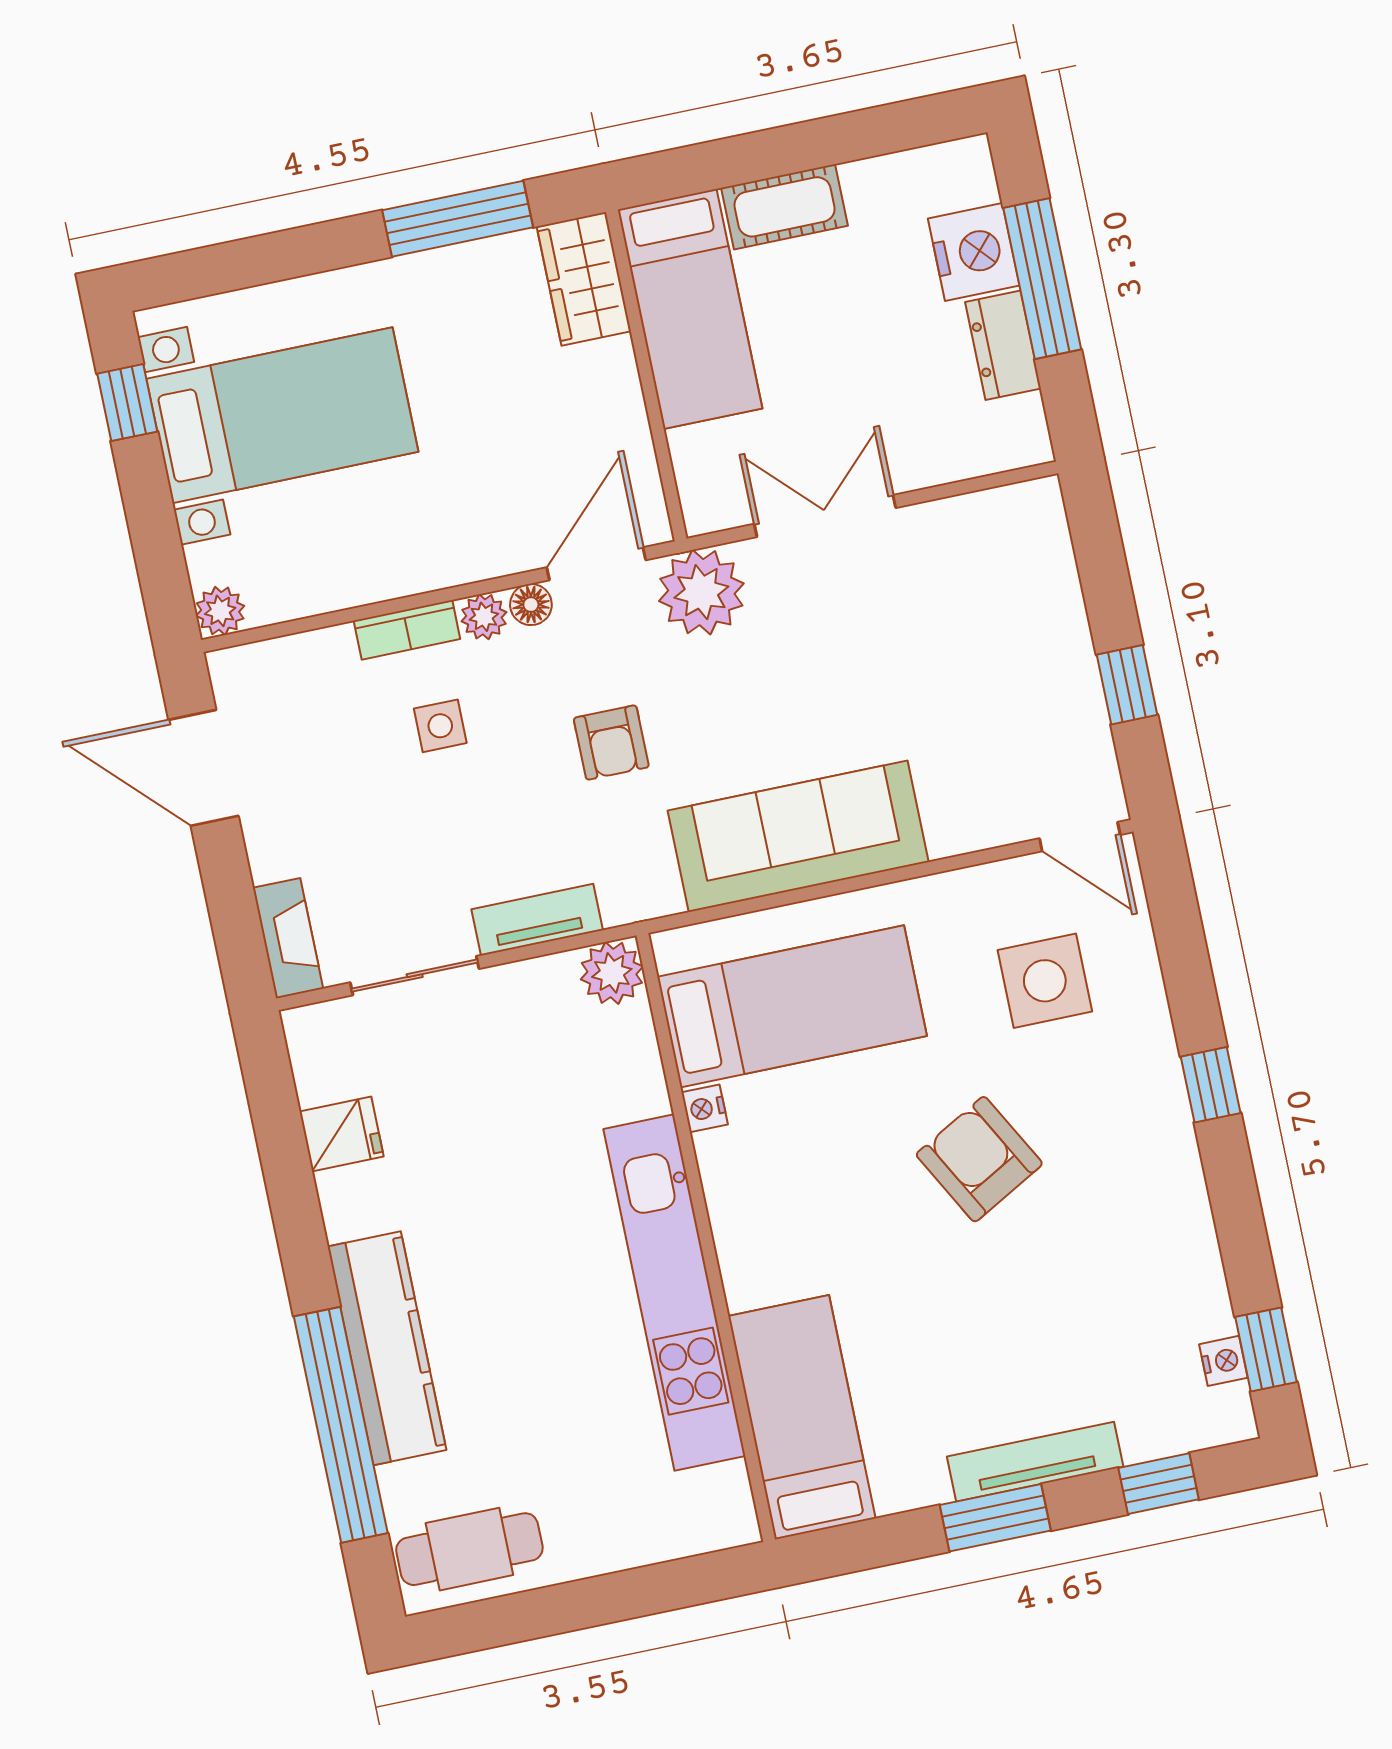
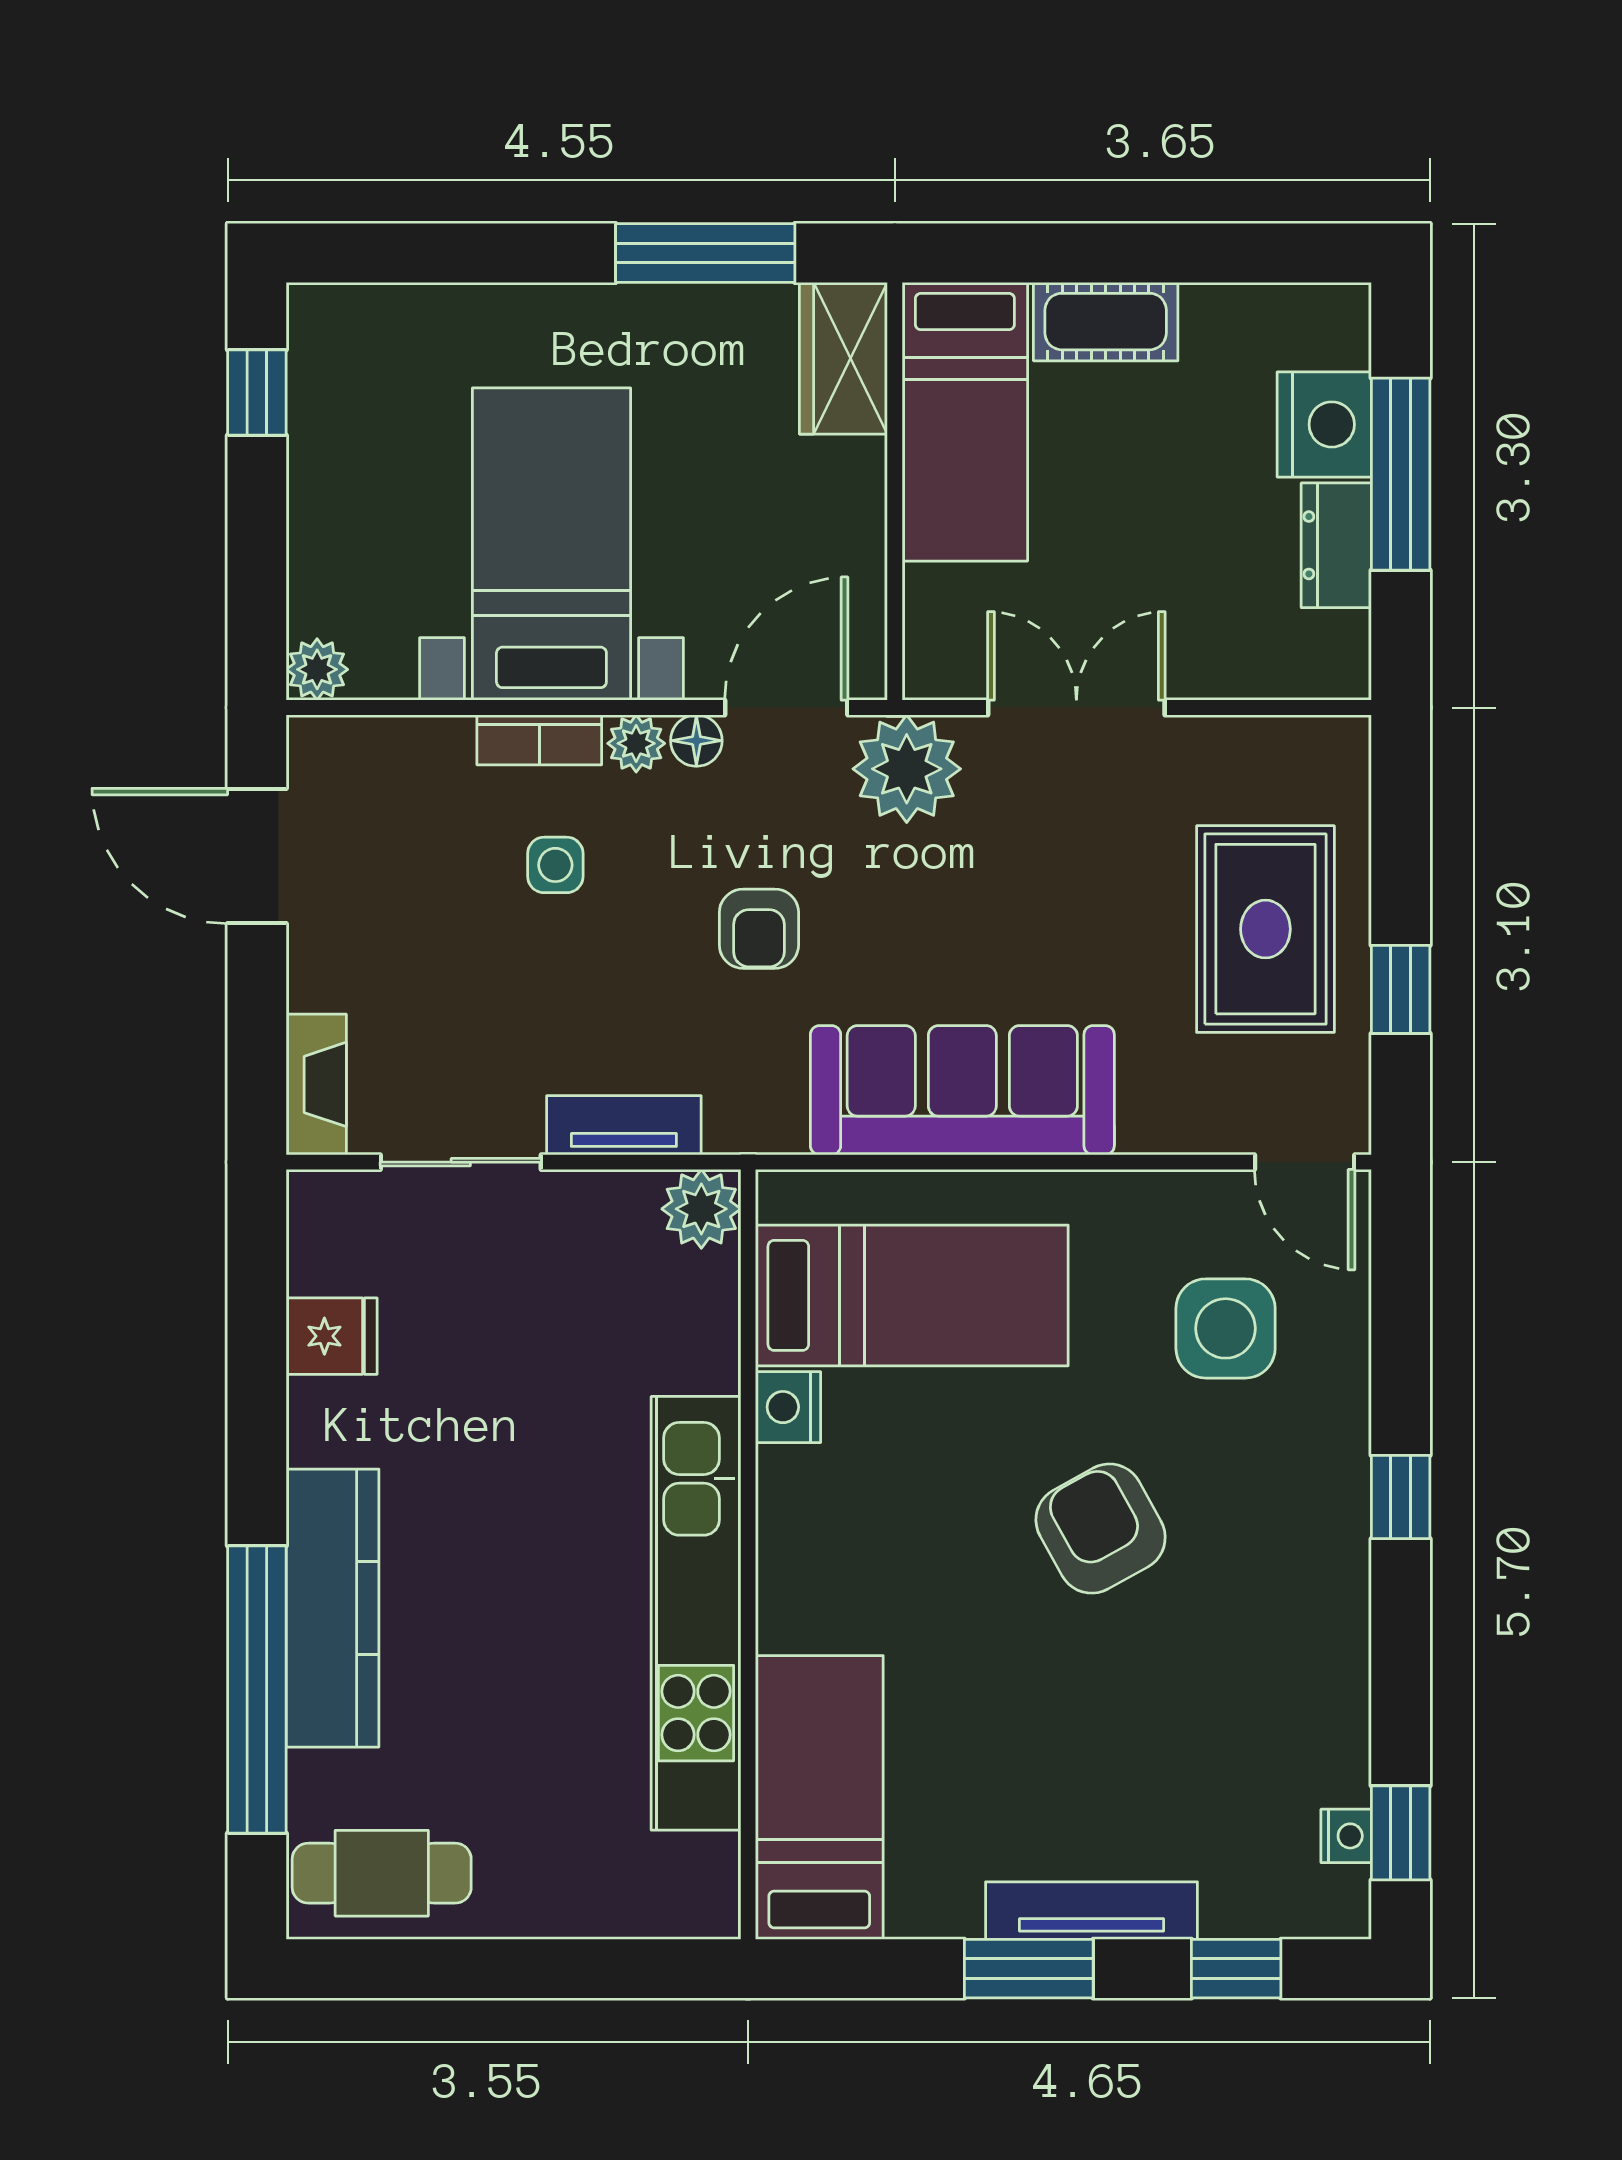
bed with nightstands: (282, 415) -> (551, 544), moved, turned -90
rug: (1010, 659) -> (1265, 929), added
nightstand: (705, 1108) -> (788, 1407), width x1.39, depth x1.35

